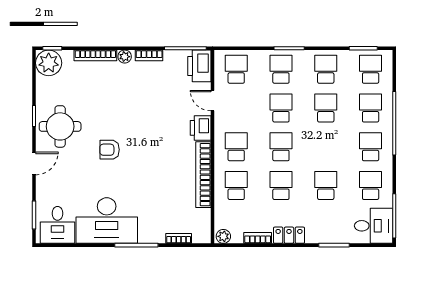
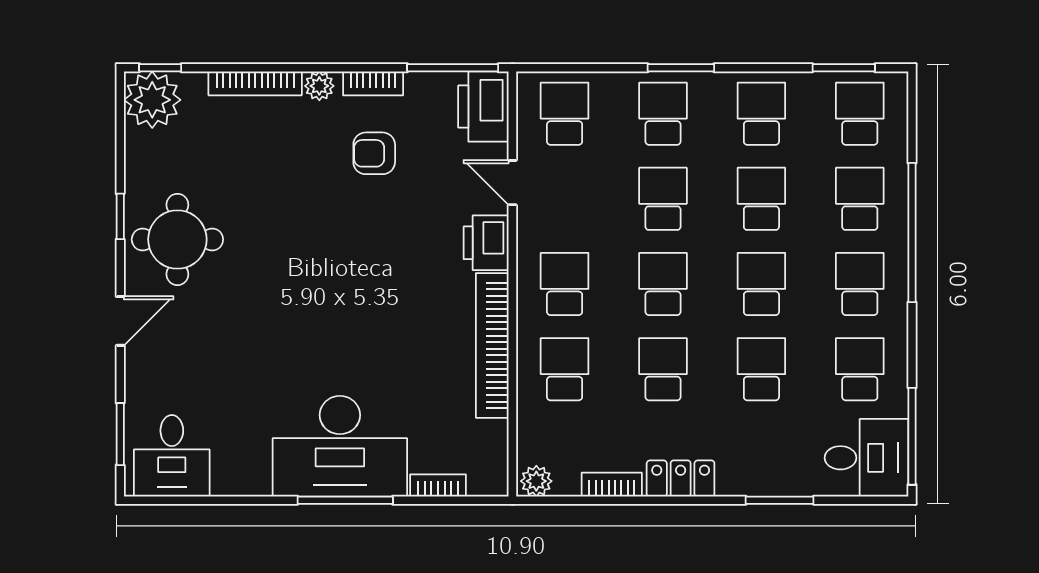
school desk: (326, 147) -> (761, 284), added
armchair: (110, 150) -> (374, 153), moved
desk: (107, 221) -> (340, 446), moved

